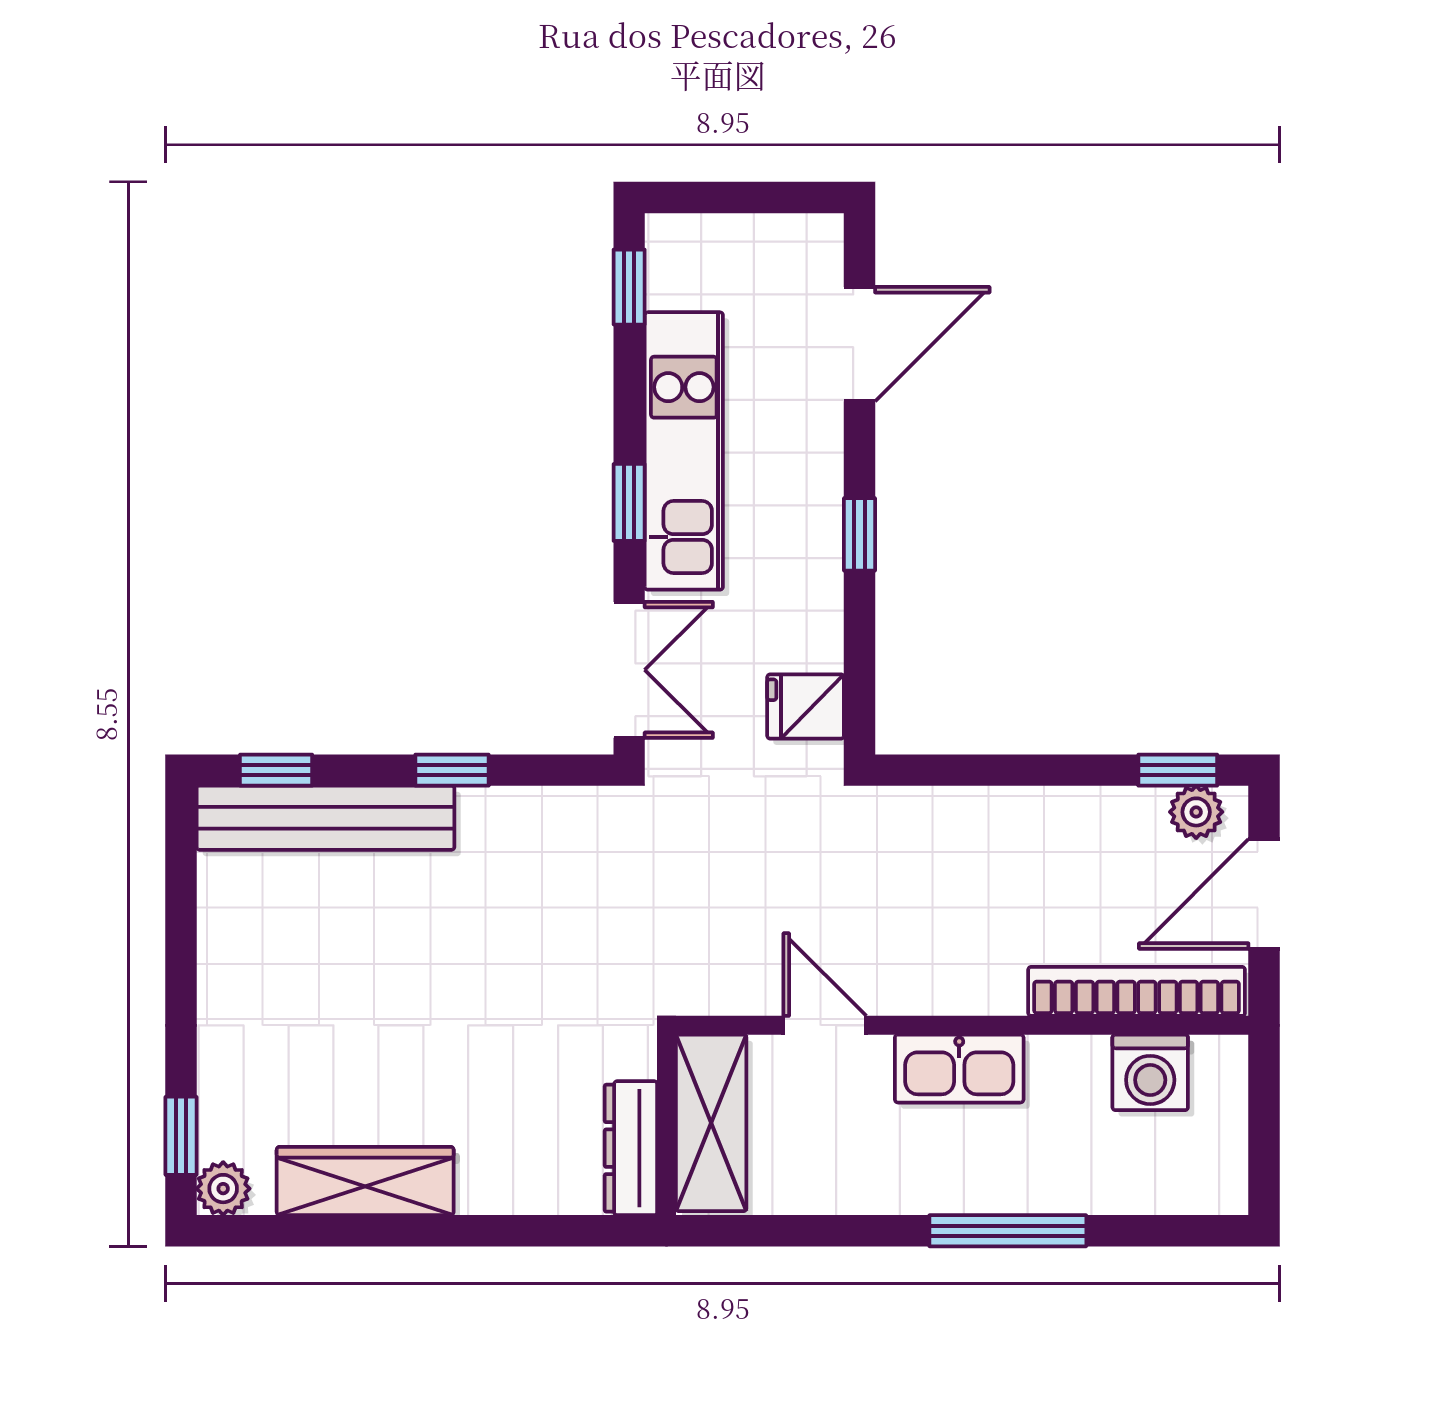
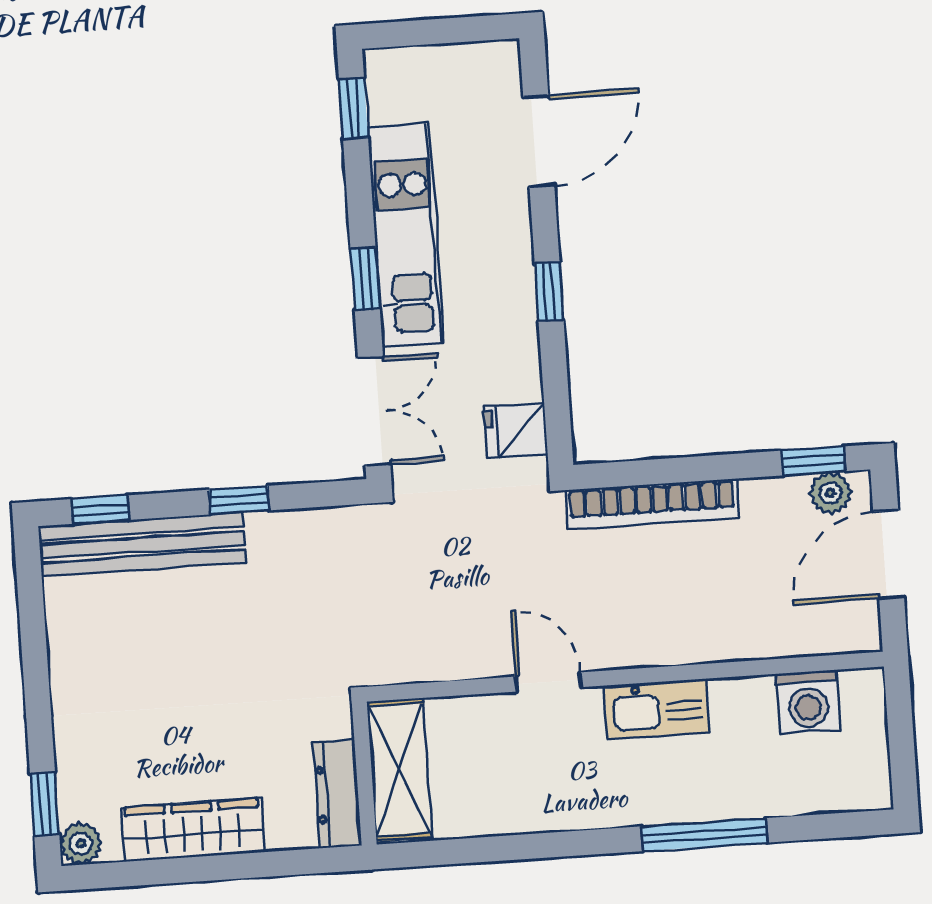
bookcase: (1137, 991) -> (652, 504), moved, turned 180
shelving: (711, 1123) -> (399, 770), moved
wall: (666, 1125) -> (364, 774), moved
dresser: (631, 1148) -> (337, 794), moved

